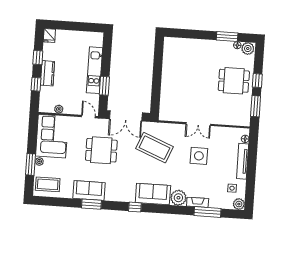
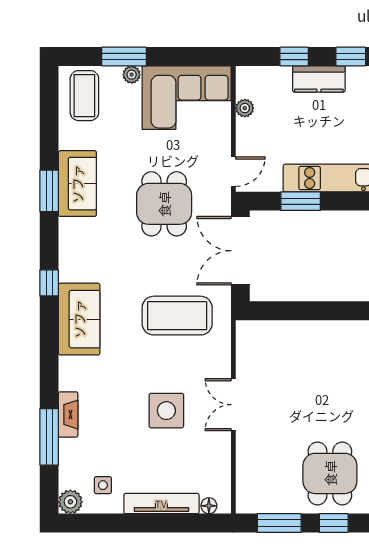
coffee table: (154, 148) -> (177, 316), turned 68
plant: (178, 198) -> (75, 373), removed

